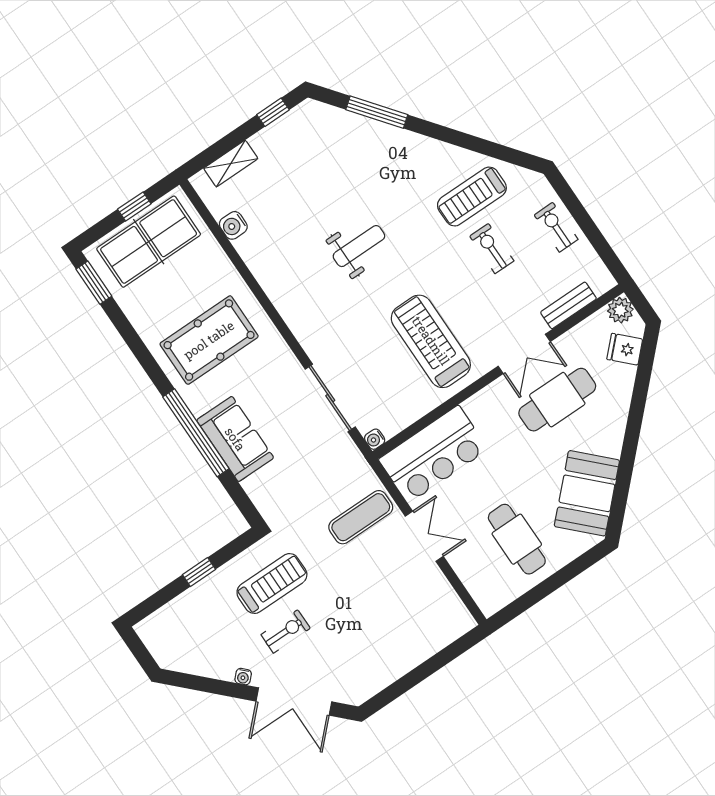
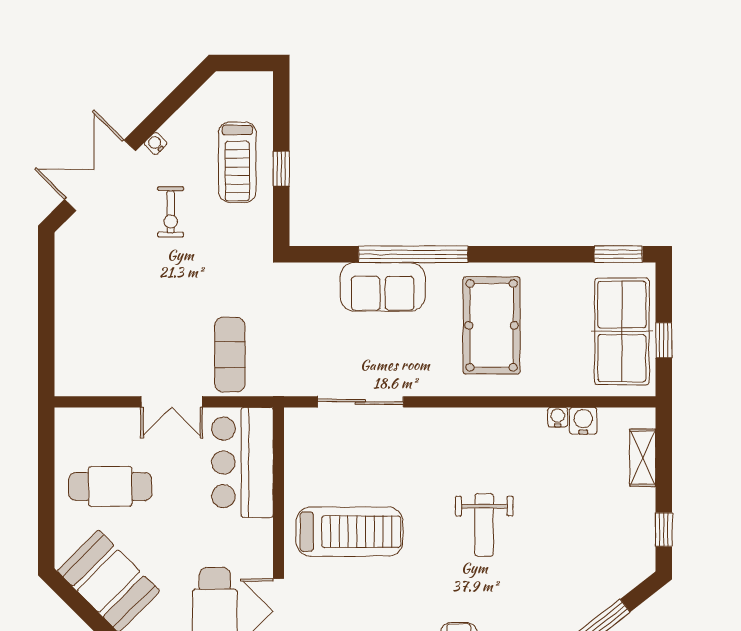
water cooler: (375, 439) -> (558, 417), moved
treadmill: (272, 584) -> (237, 162), moved

